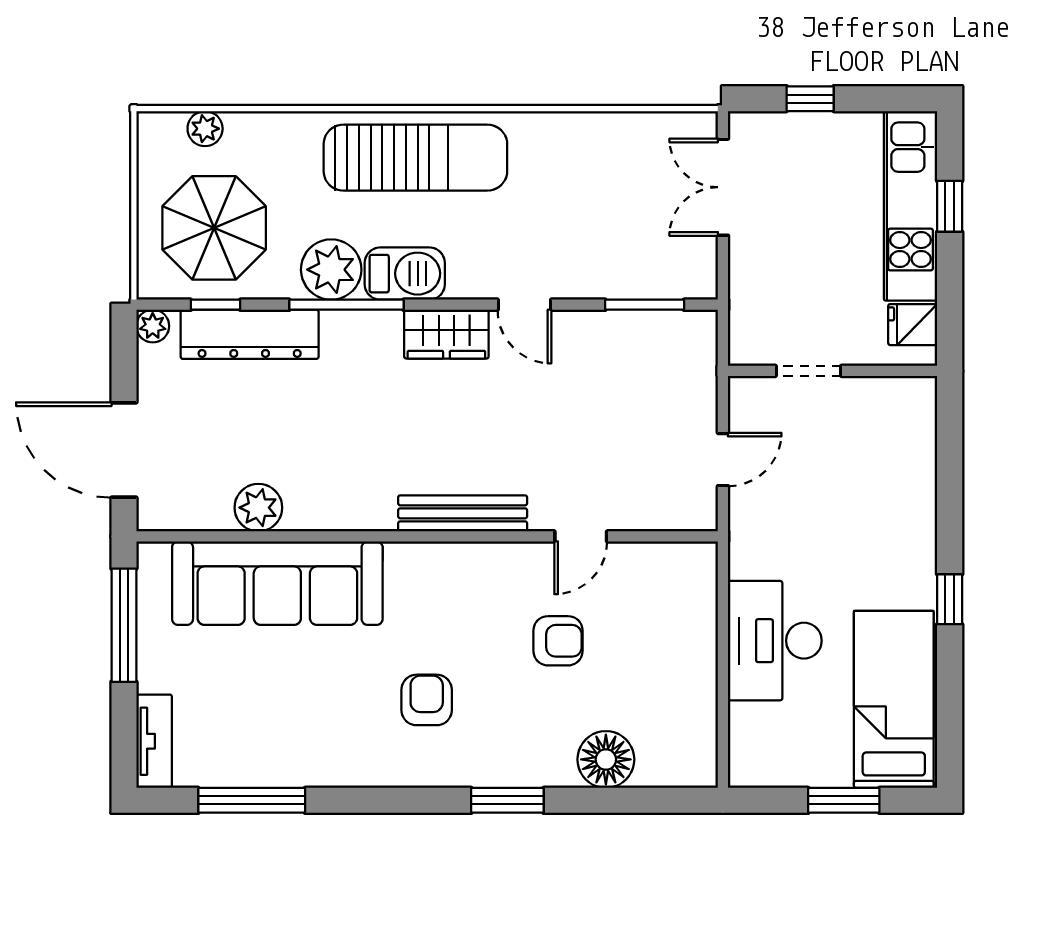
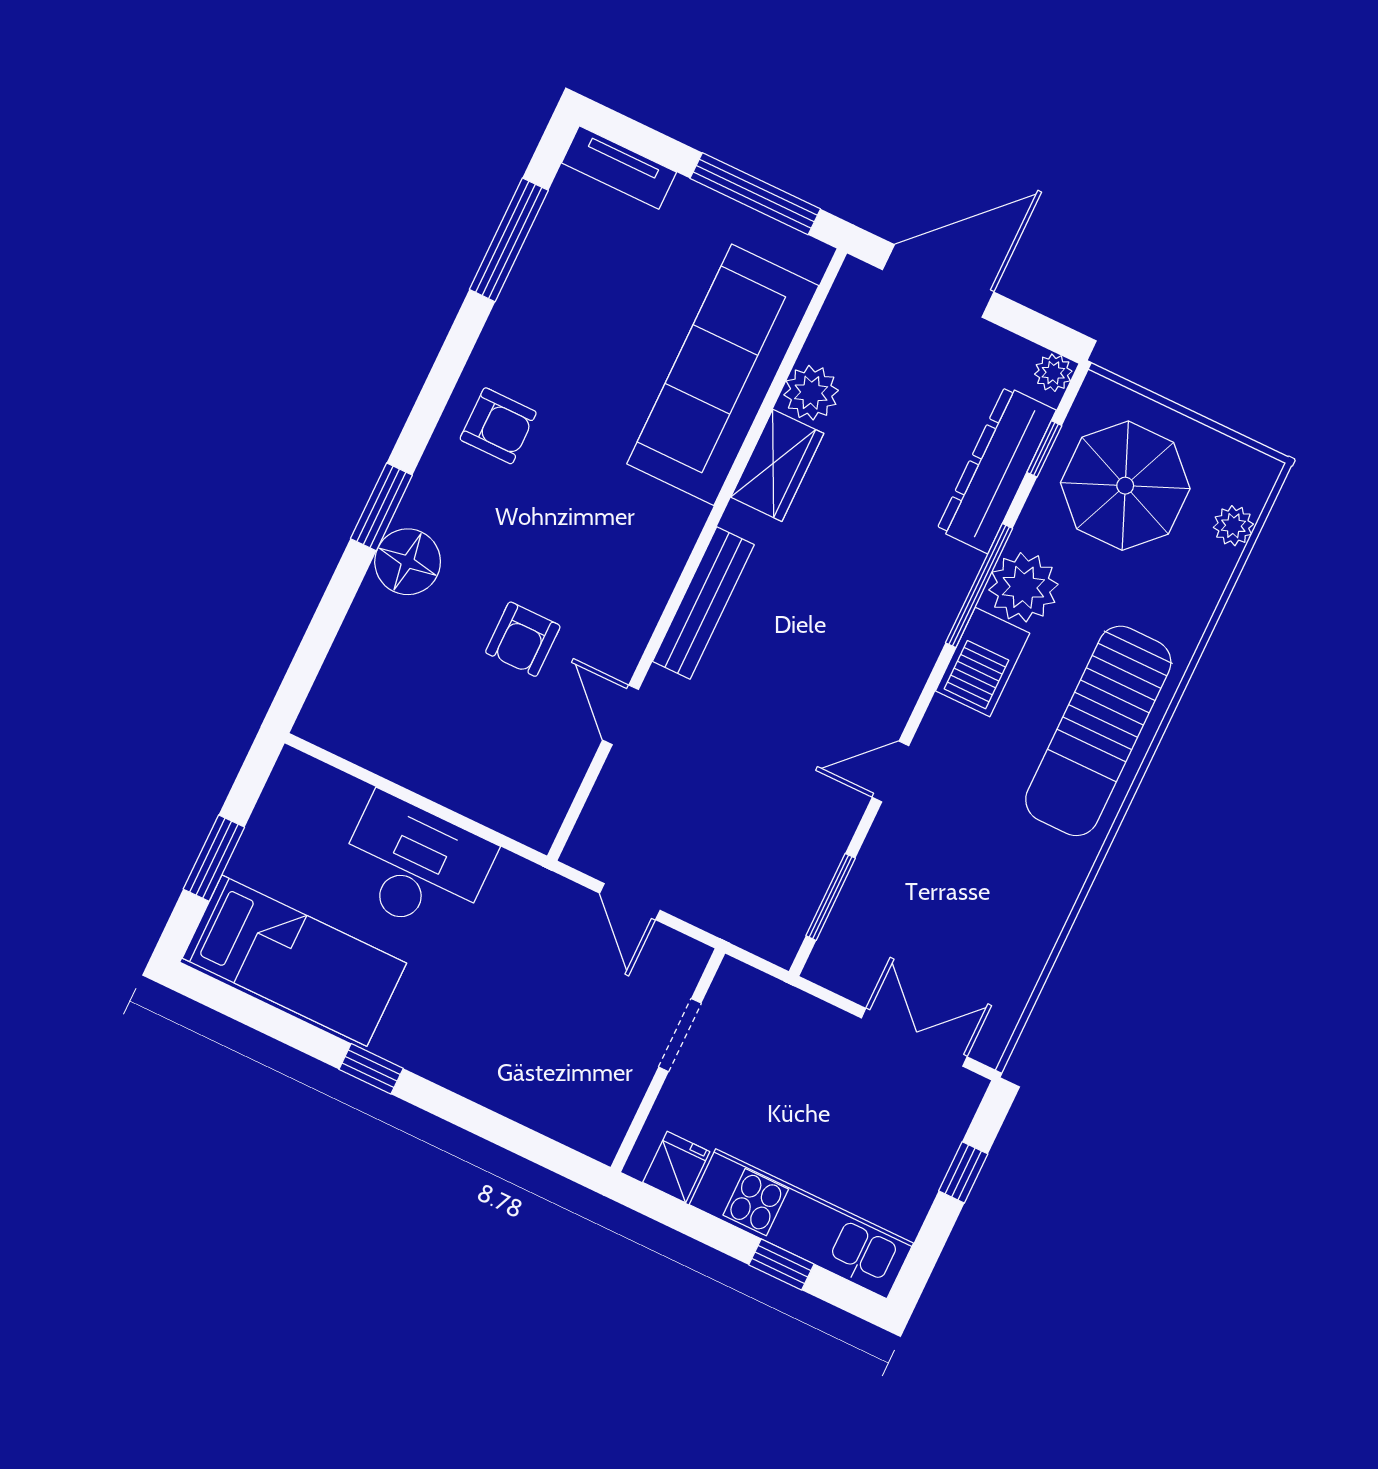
wardrobe: (446, 334) -> (777, 465), moved, turned 180
armchair: (427, 700) -> (498, 426), moved
floor lamp: (606, 759) -> (408, 562), moved

